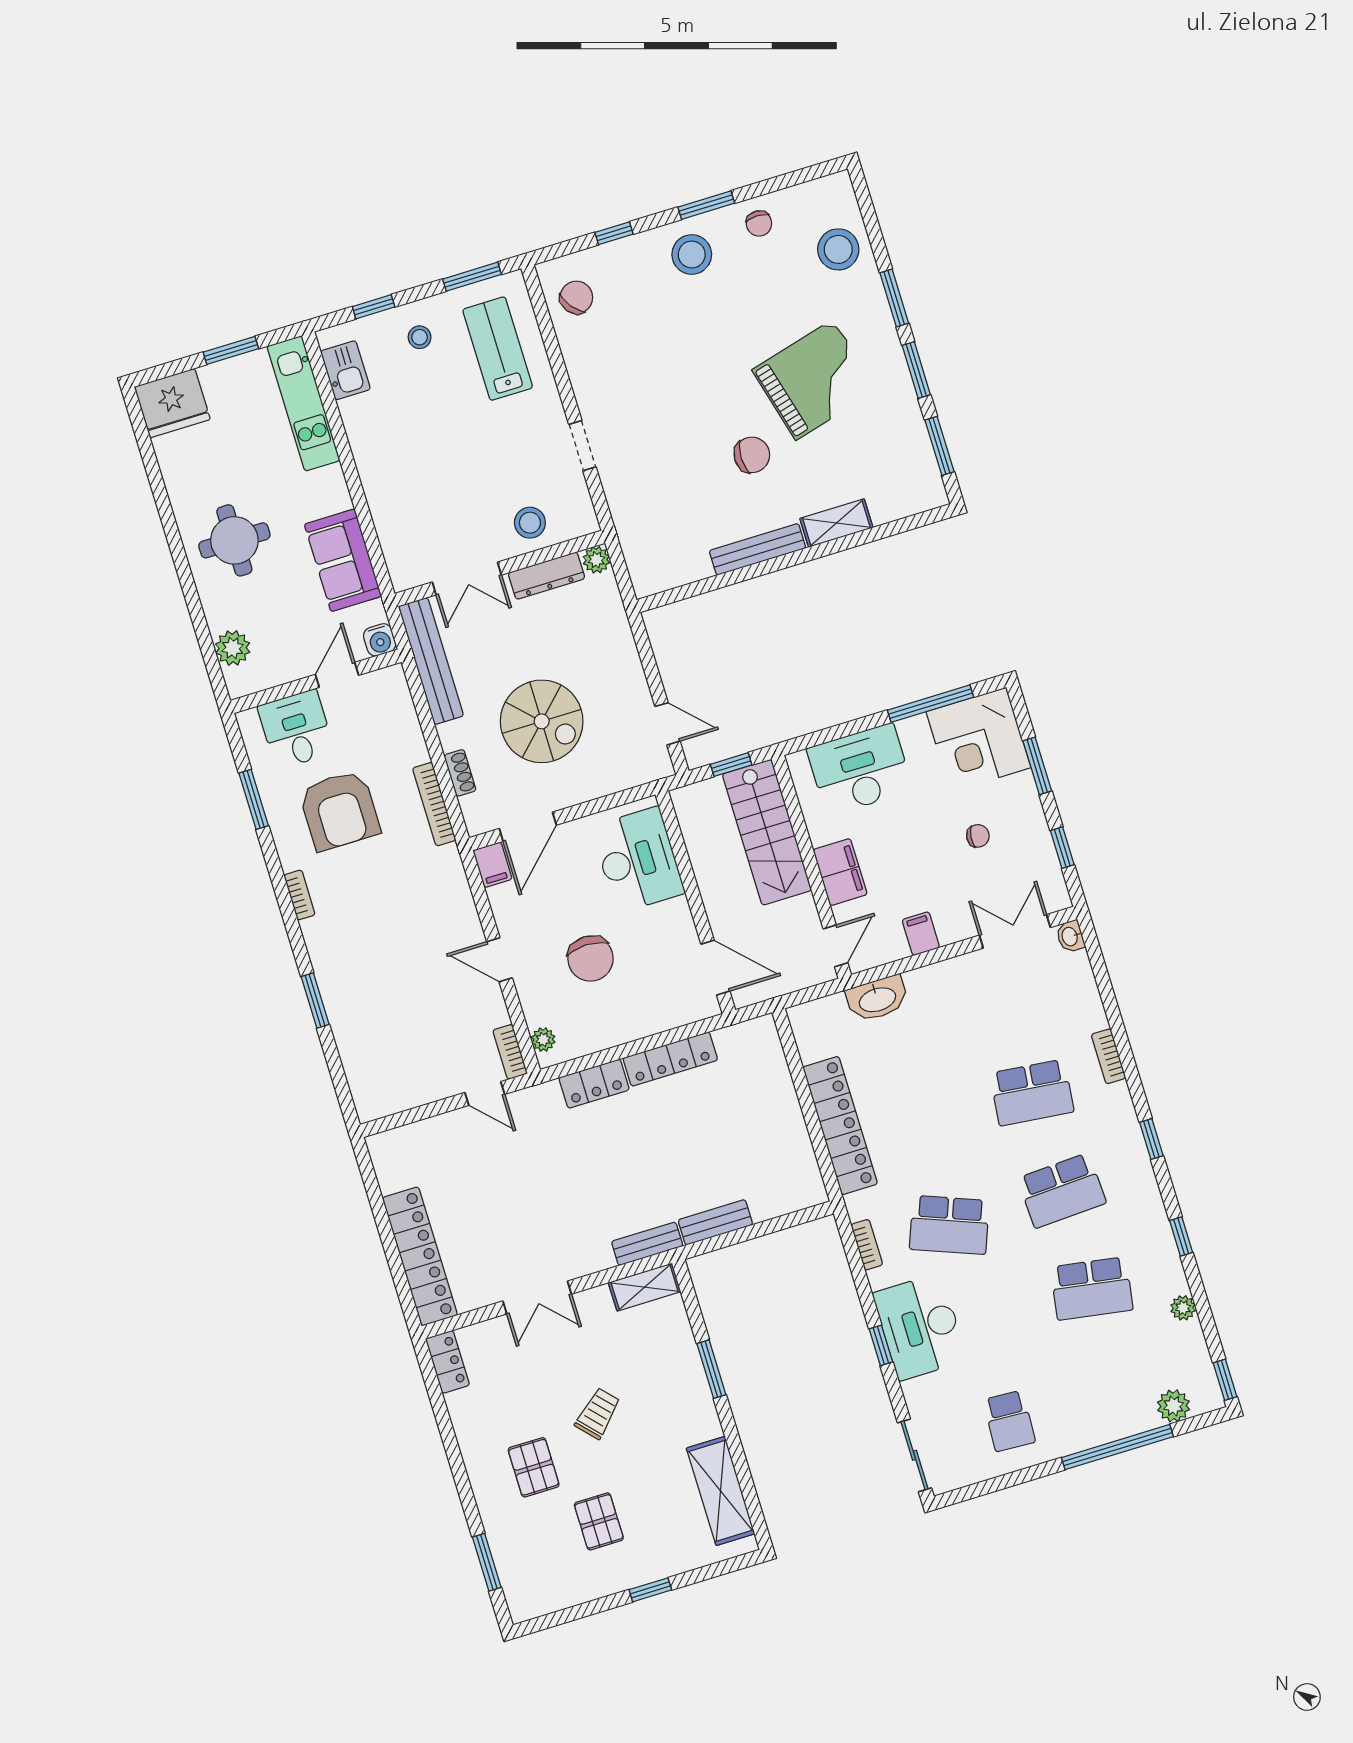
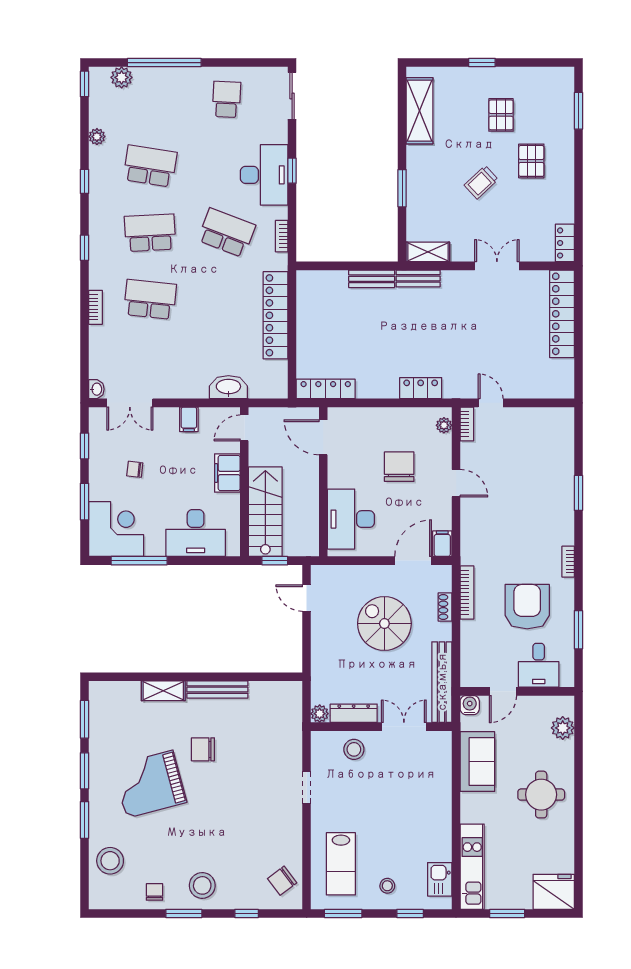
locker: (670, 1059) -> (326, 389), moved

